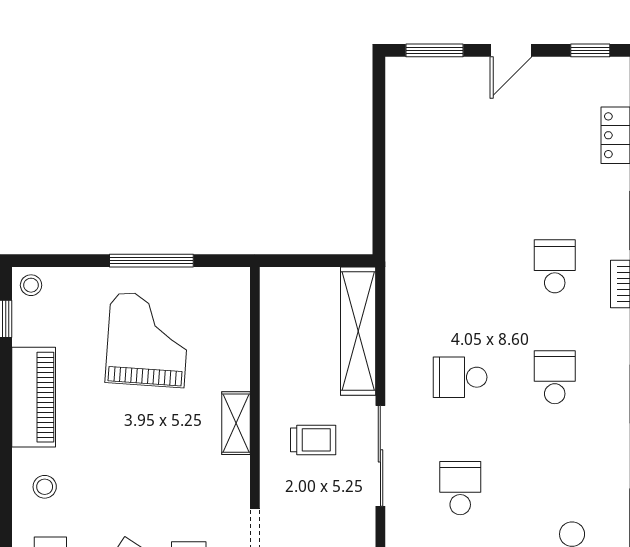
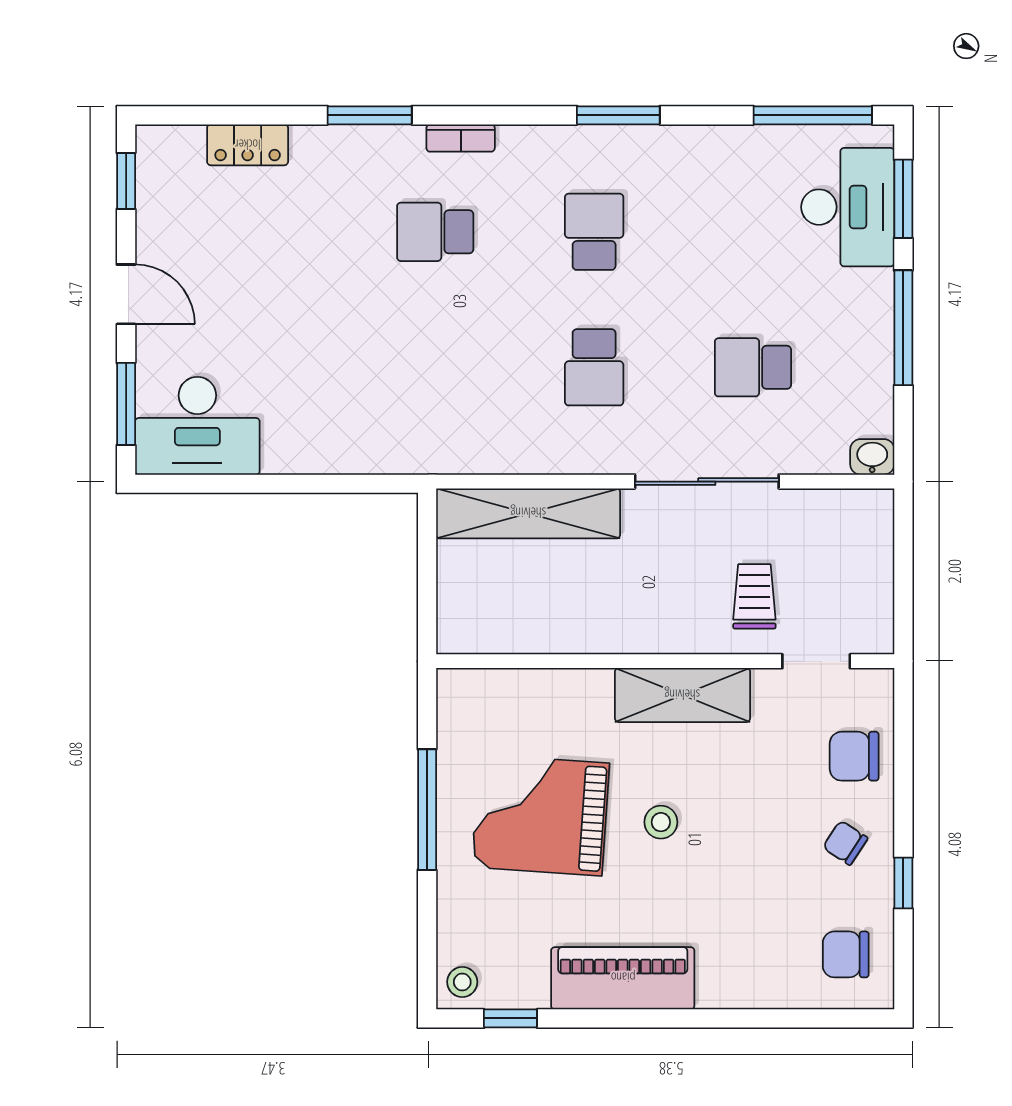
desk: (419, 100) -> (197, 426), added
school desk: (555, 377) -> (594, 232), turned 90
shelving: (236, 423) -> (682, 695), width x1.50, depth x1.33
trolley: (313, 440) -> (754, 596), moved
stool: (45, 487) -> (661, 822), moved

